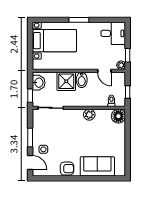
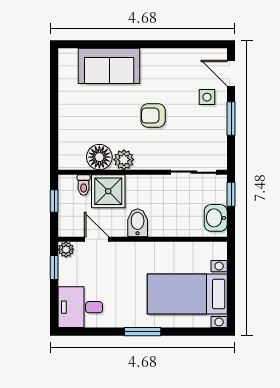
shower: (66, 81) -> (108, 191), moved
floor lamp: (118, 116) -> (99, 157), moved
armchair: (67, 169) -> (153, 116), moved

